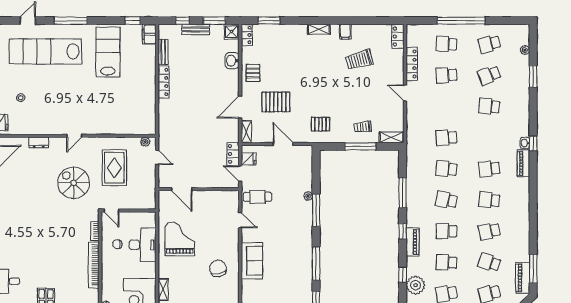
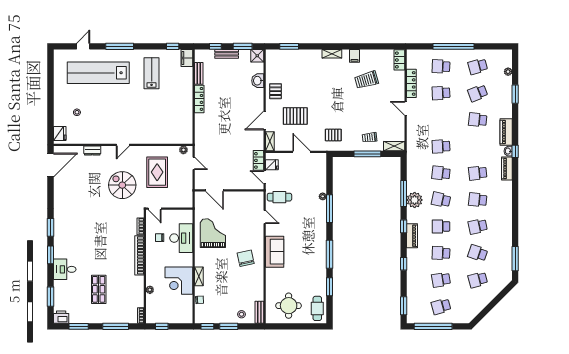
locker: (247, 35) -> (270, 59), removed
lab bench: (108, 52) -> (152, 73), width x0.73, depth x0.72
piano: (523, 278) -> (506, 132), moved
plant: (415, 285) -> (415, 200), moved

